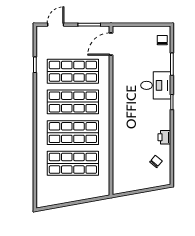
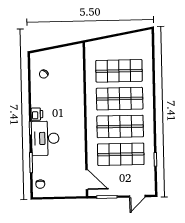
door: (111, 44) -> (87, 180), hinge flipped
desk: (156, 85) -> (45, 138), width x1.37
printer: (164, 137) -> (37, 114), moved

